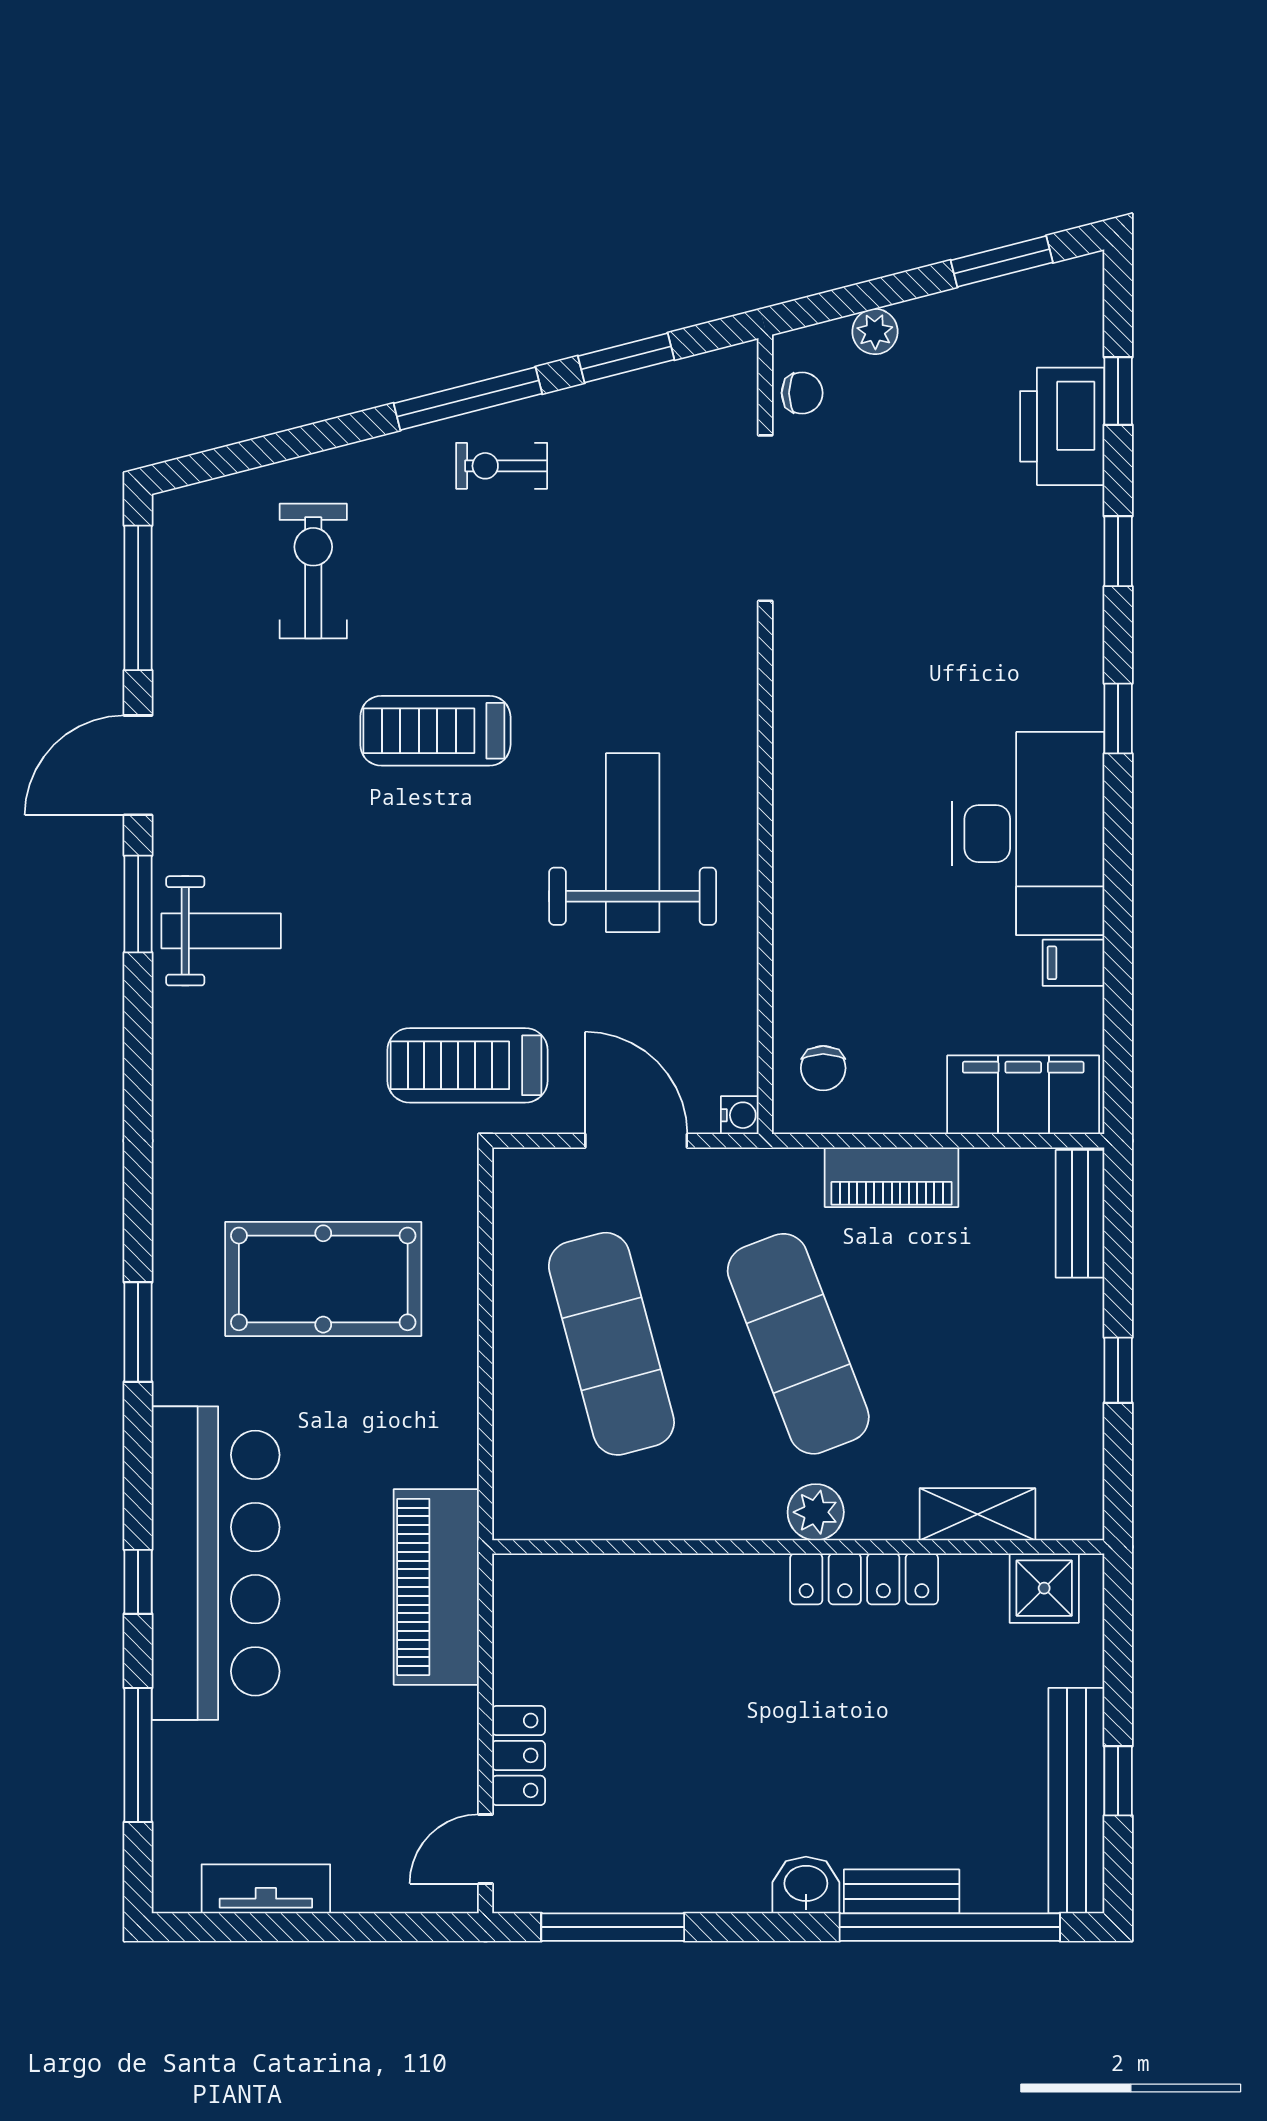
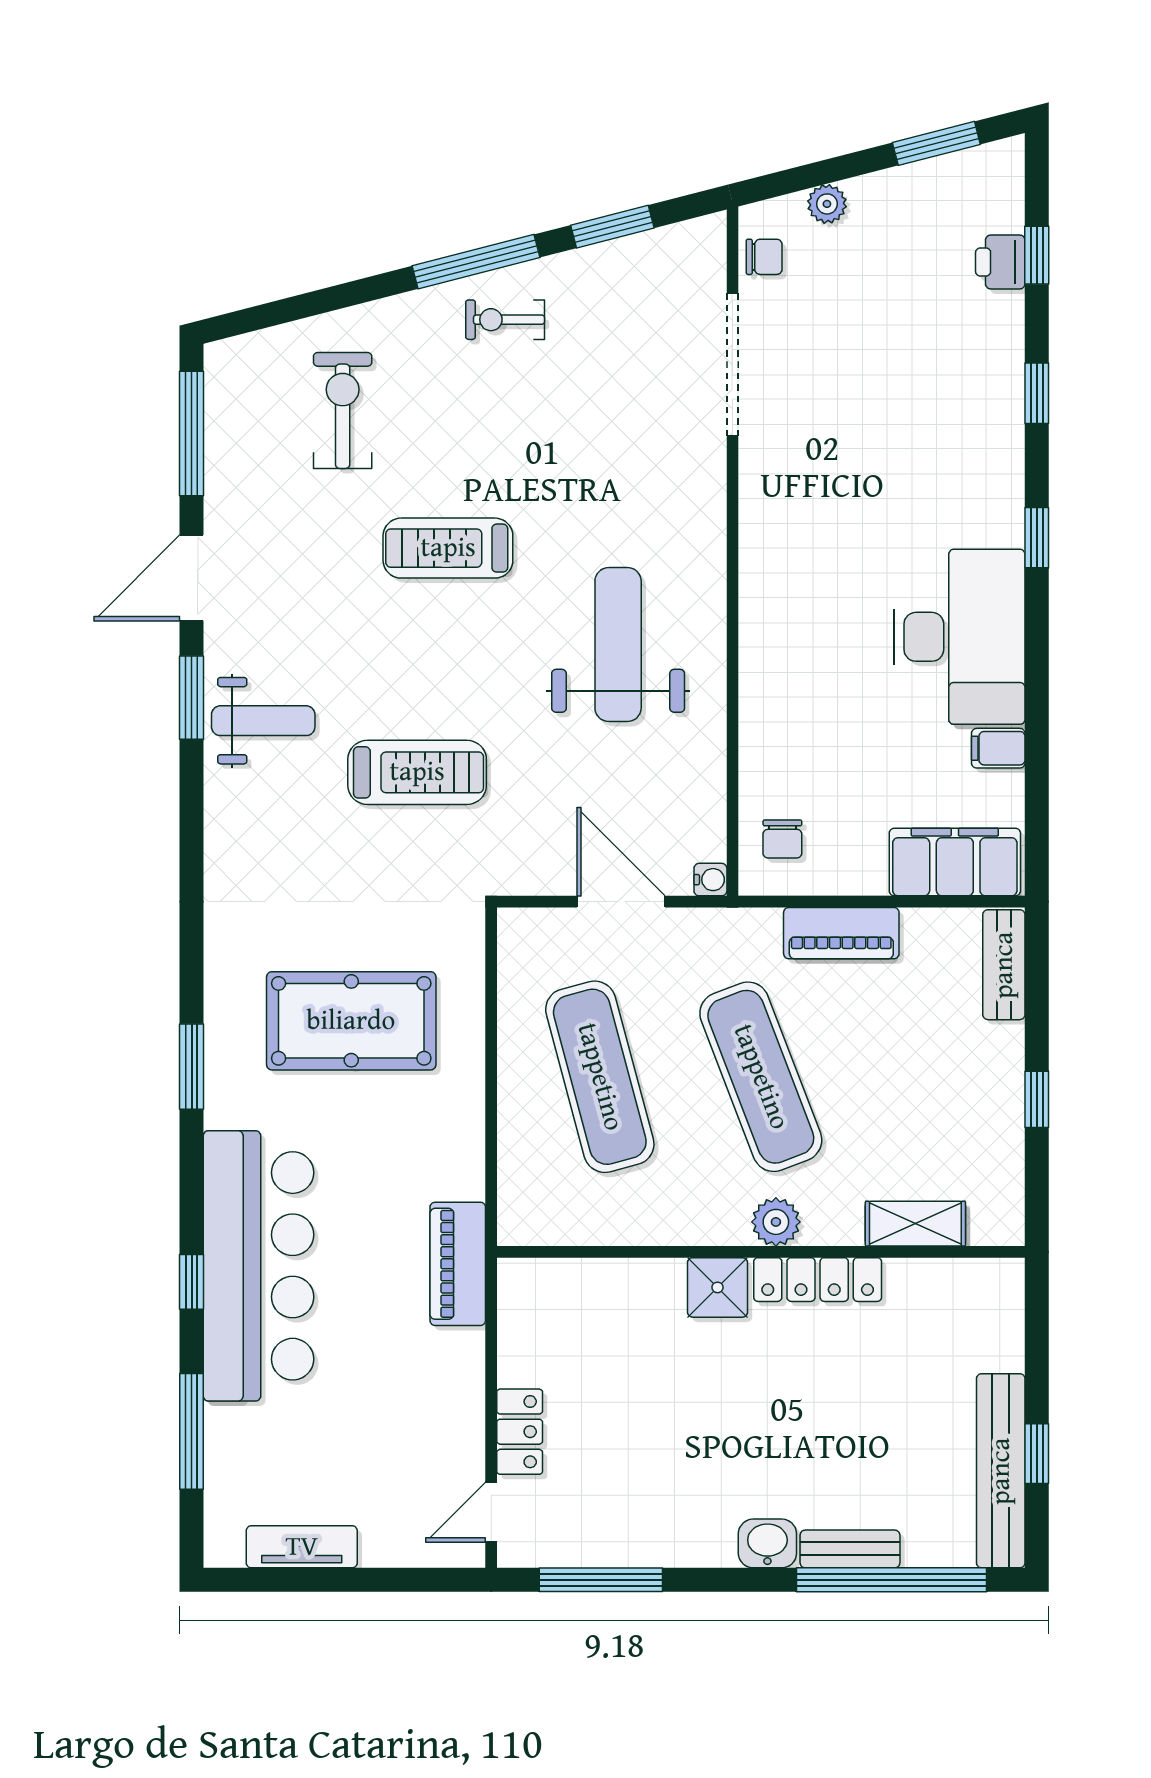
printer: (1062, 426) -> (1000, 262), width x0.53, depth x0.68
treadmill: (468, 1065) -> (417, 772), moved, turned 180
piano: (436, 1587) -> (458, 1264), width x0.73, depth x0.75
shower: (1044, 1588) -> (717, 1287), moved

